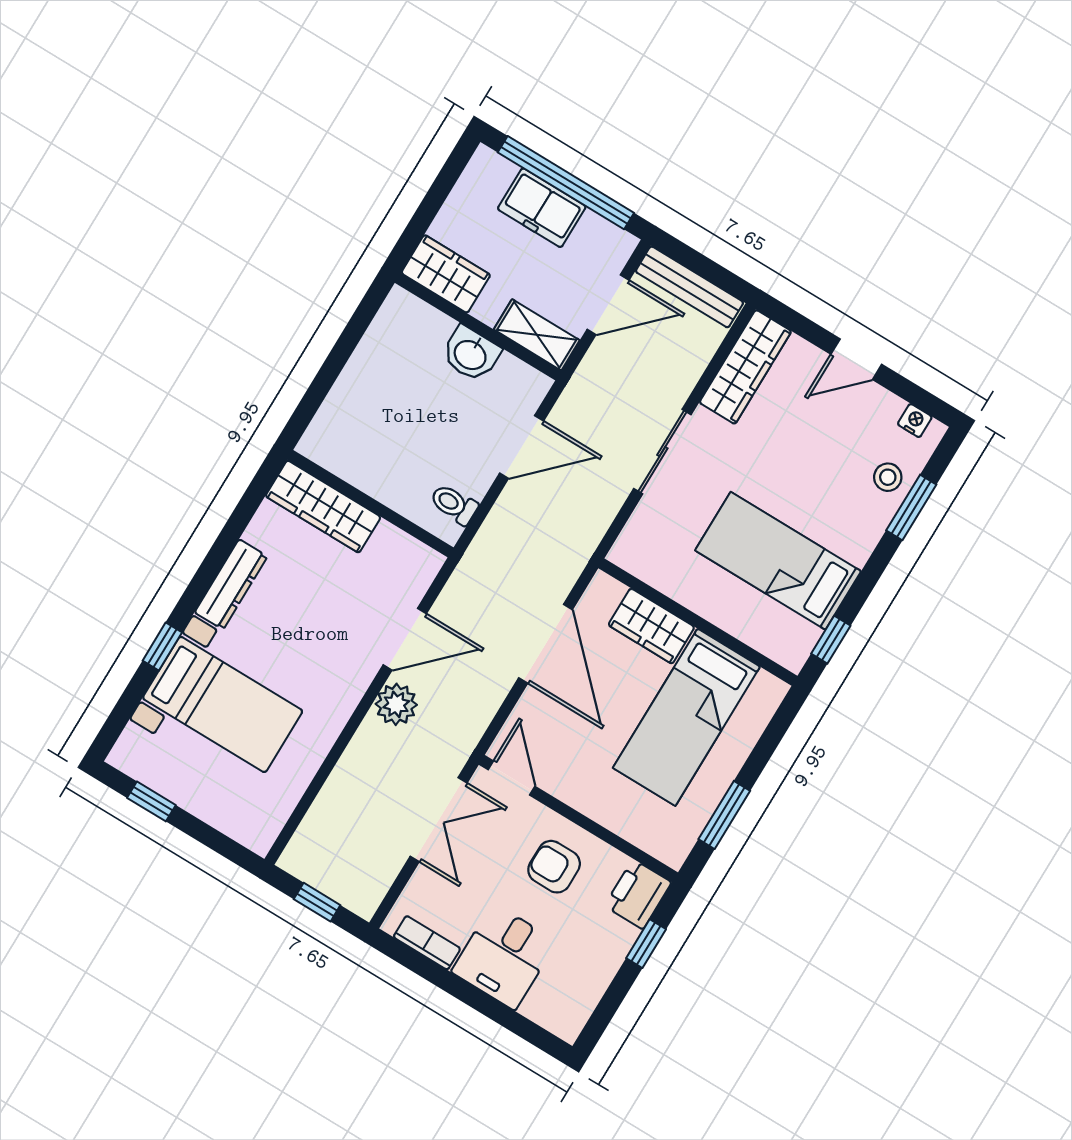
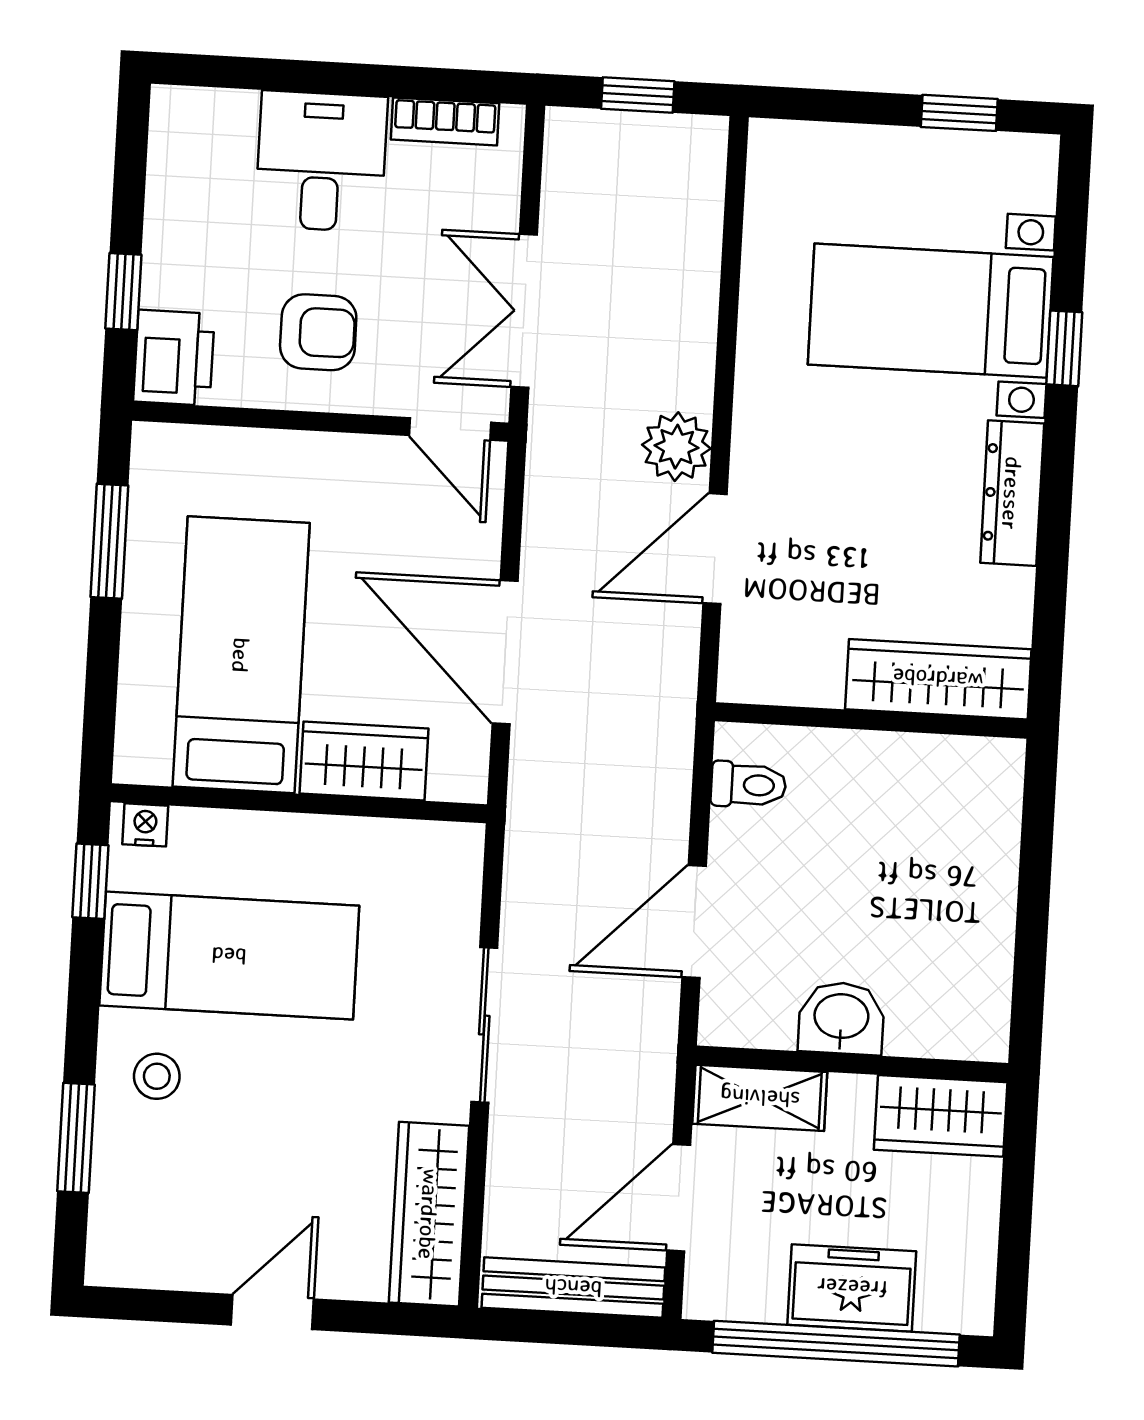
nightstand: (915, 421) -> (145, 825), moved, turned 180
stool: (888, 477) -> (157, 1076), moved

